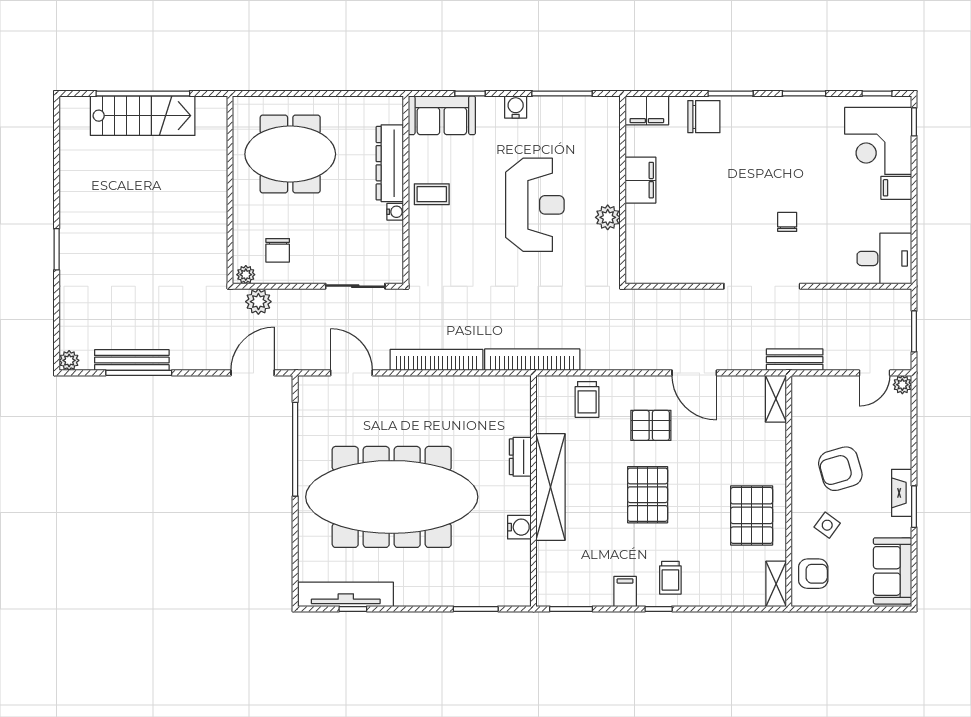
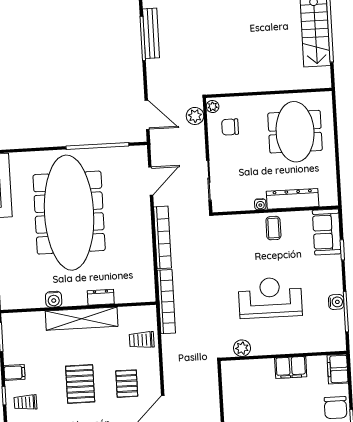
water cooler: (516, 107) -> (336, 302), moved
reception desk: (535, 205) -> (270, 298), turned 180
plant: (608, 217) -> (242, 348), moved
pallet: (648, 495) -> (80, 384), turned 90

